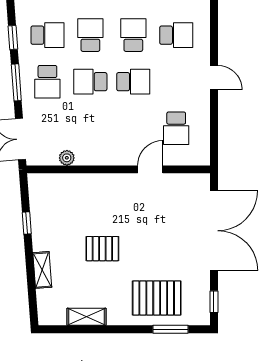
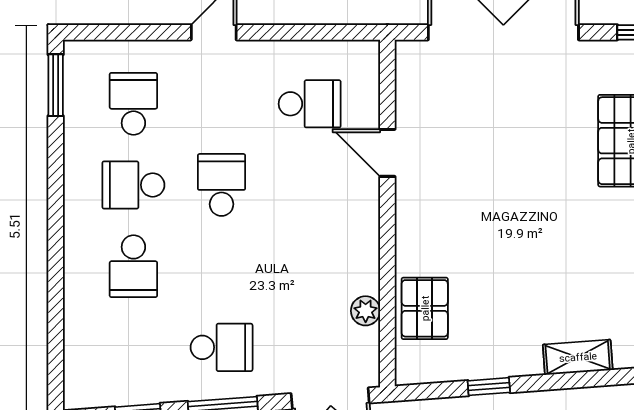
school desk: (47, 35) -> (133, 347), removed
school desk: (90, 35) -> (133, 266), turned -90
school desk: (90, 82) -> (222, 266), removed
pallet: (102, 249) -> (425, 308), moved

